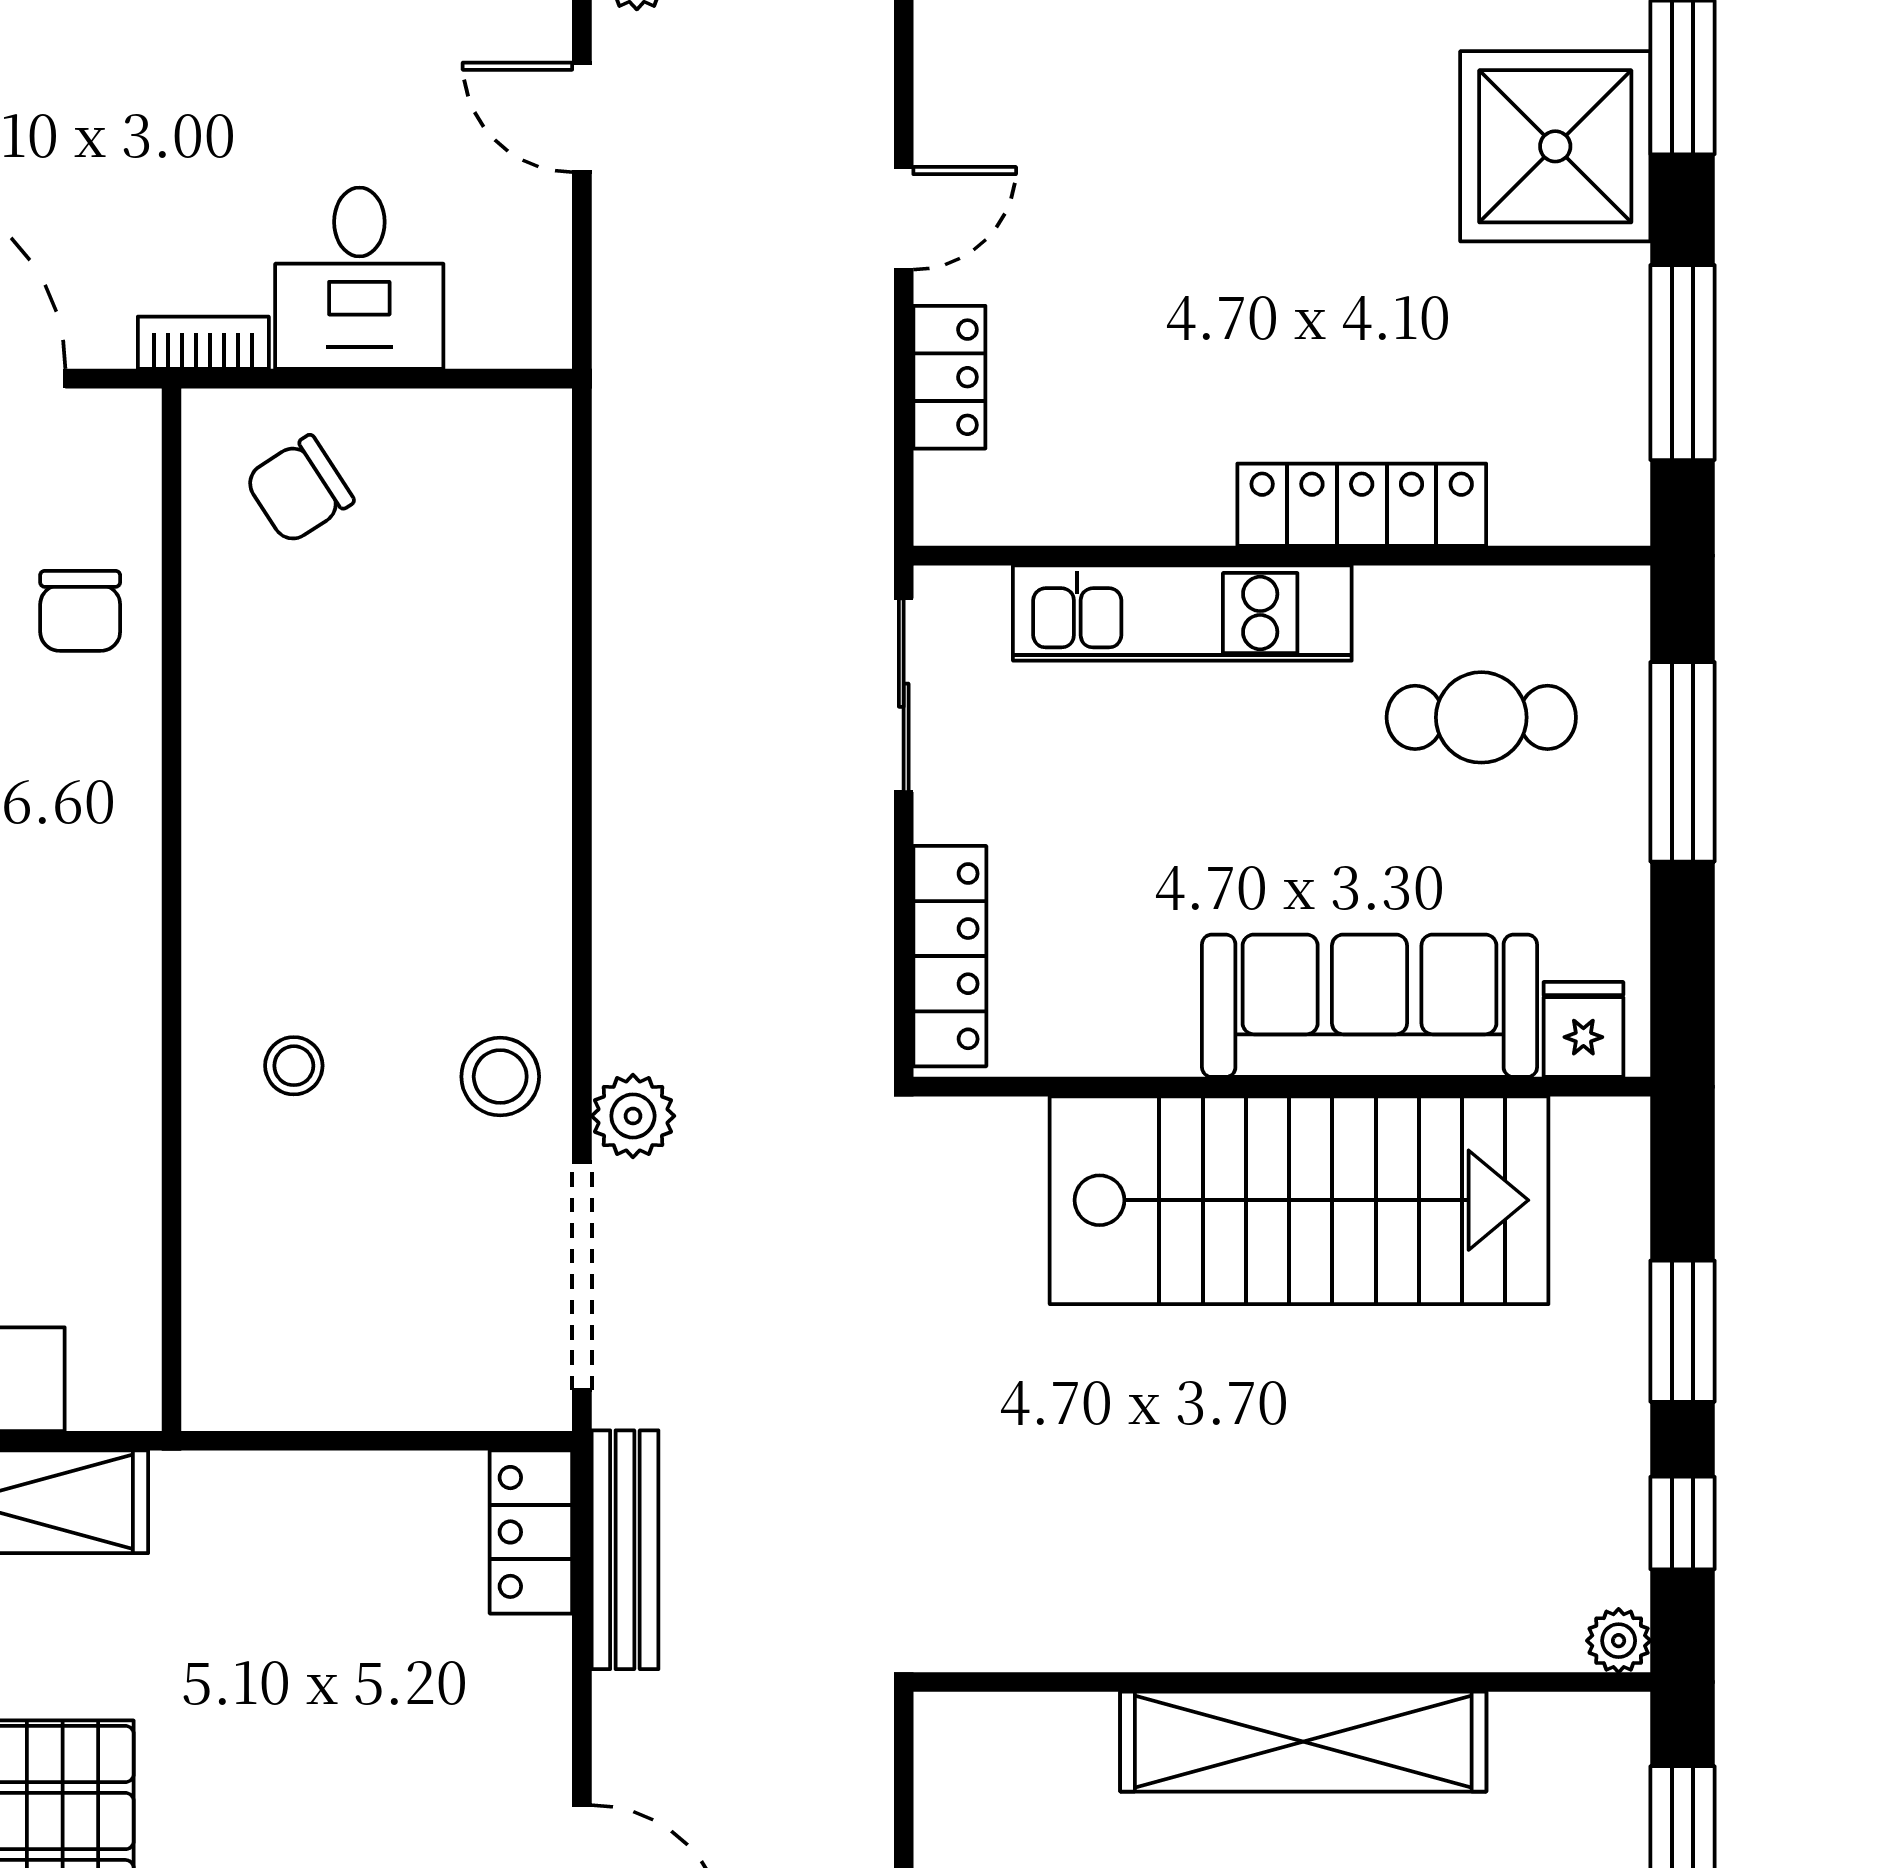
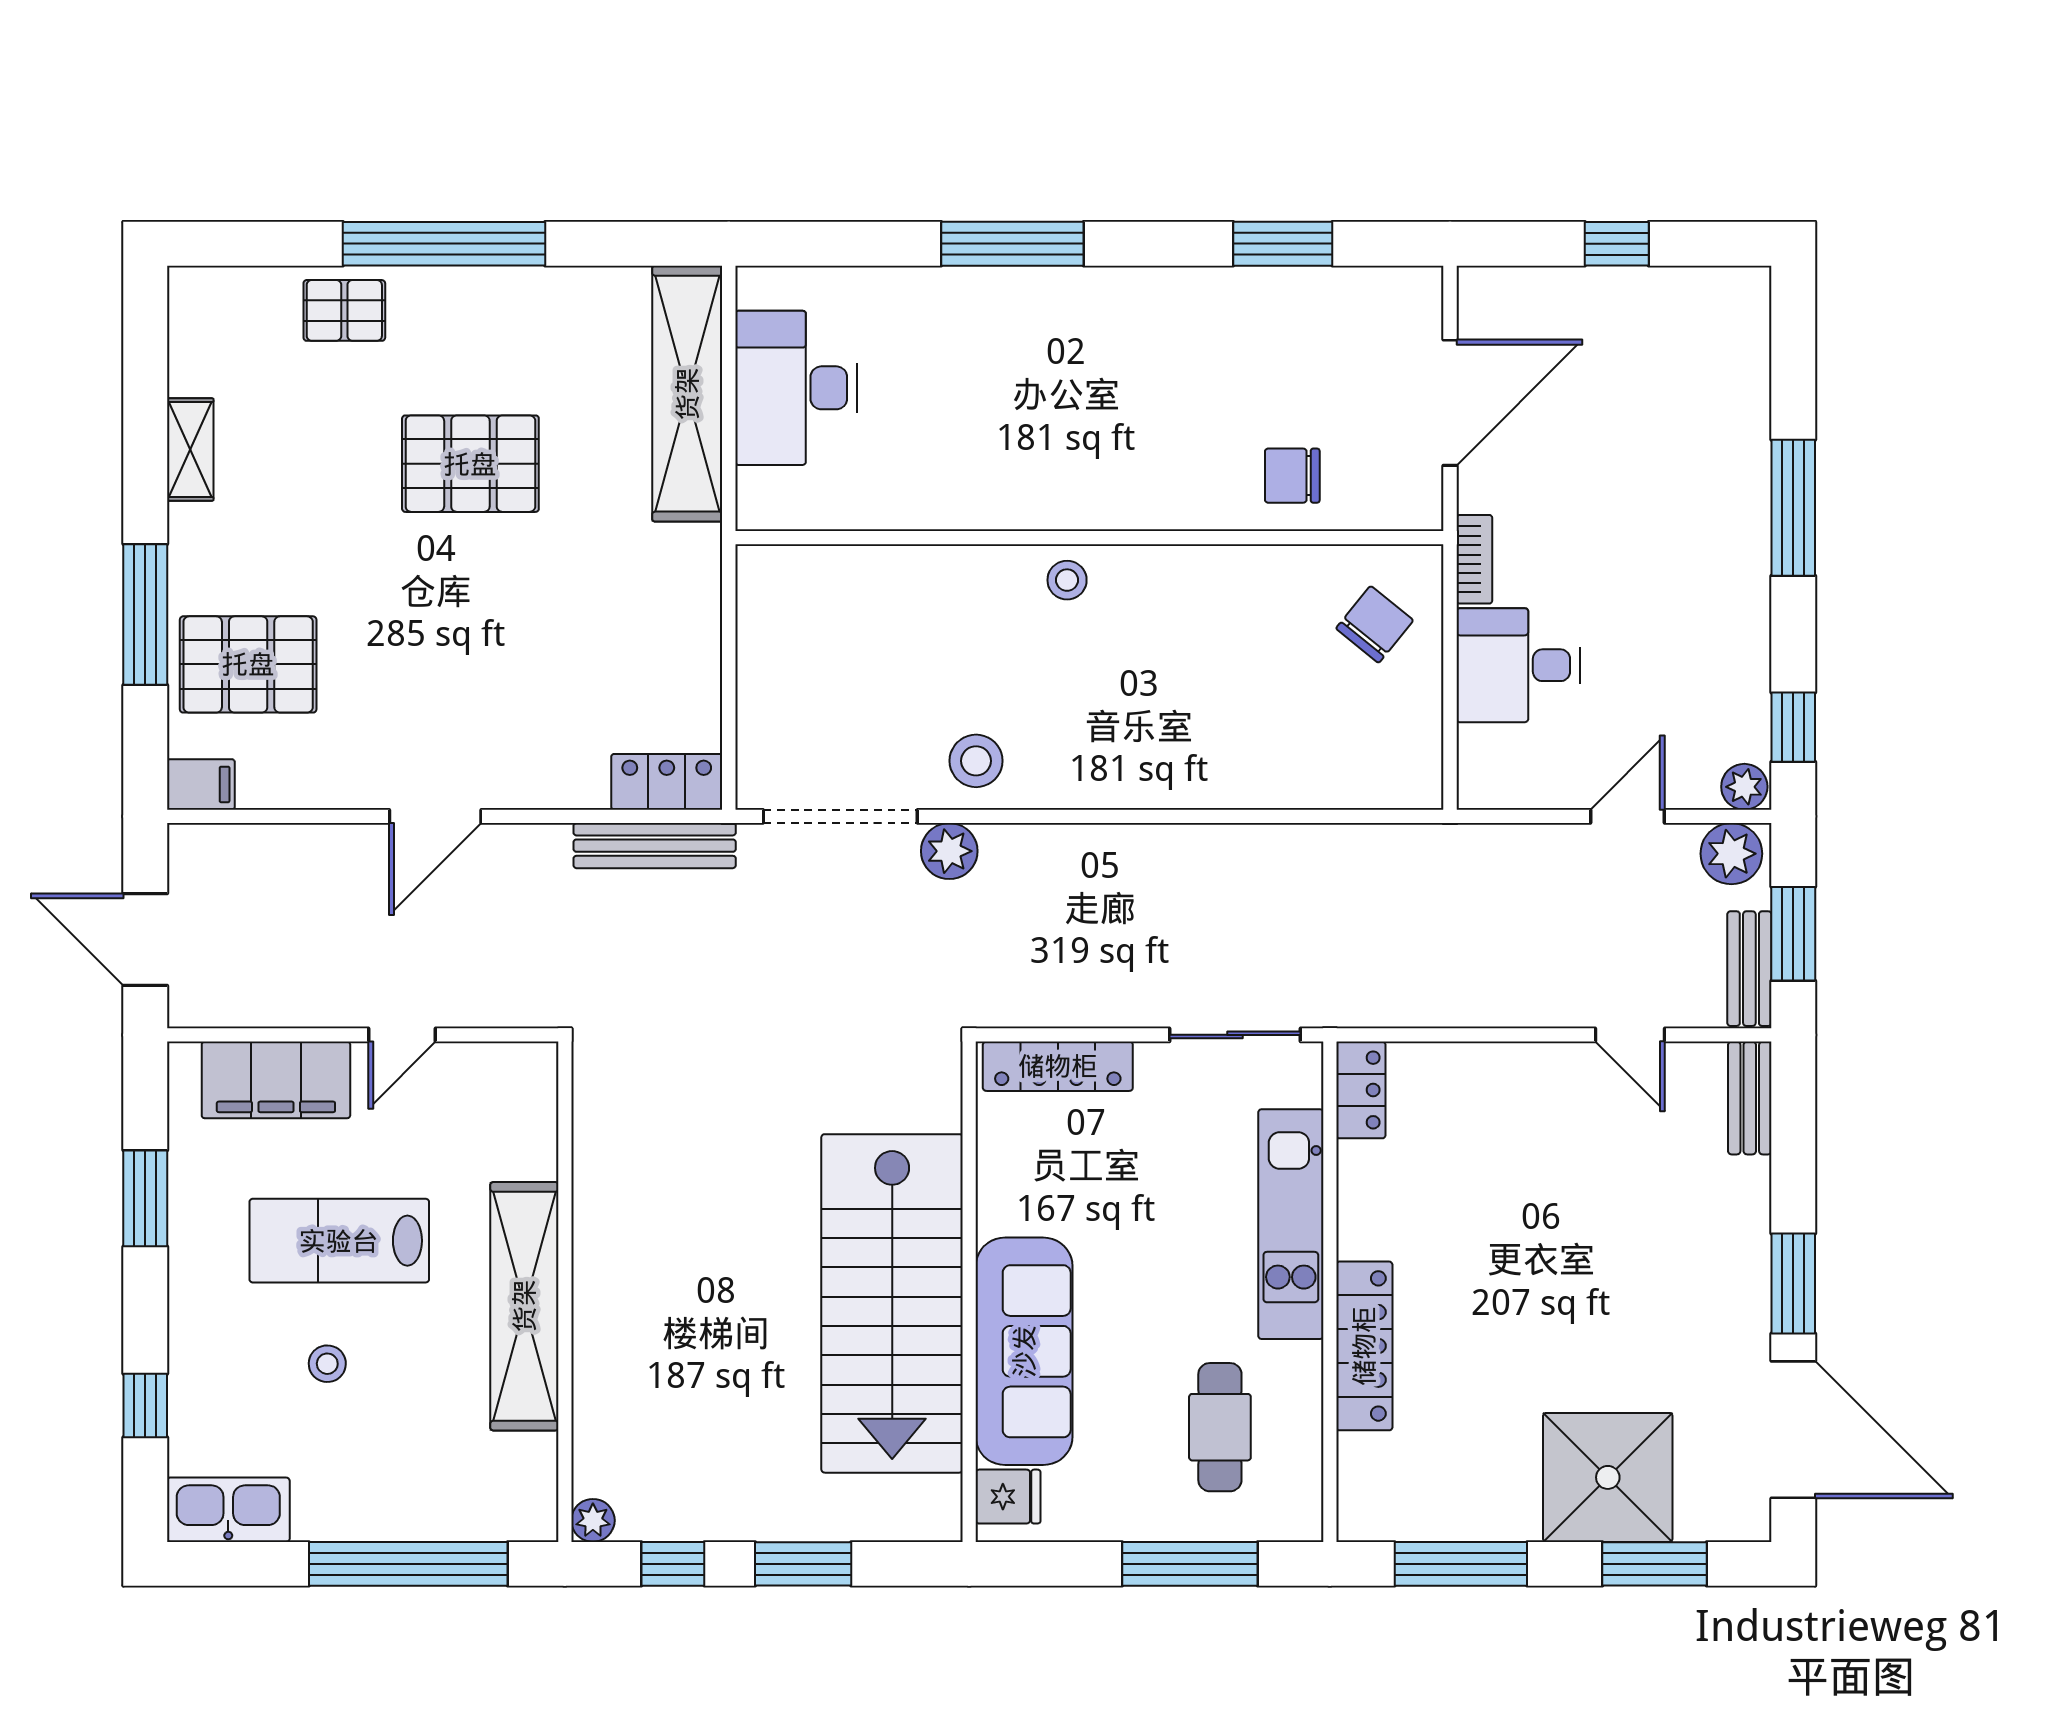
door: (904, 218) -> (1630, 1035), moved
locker: (949, 377) -> (1361, 1090), moved, turned -90
chair: (299, 490) -> (1375, 624), turned 72
stool: (294, 1066) -> (1067, 580), moved

